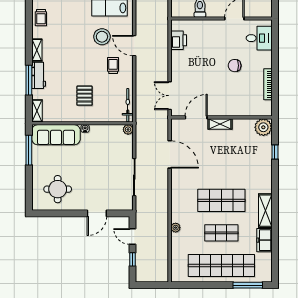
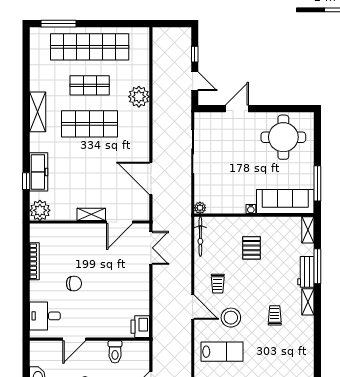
trolley: (41, 18) -> (275, 315), moved
printer: (179, 40) -> (140, 327), moved
round table: (58, 189) -> (283, 137), width x1.36, depth x1.36
plant: (176, 228) -> (139, 97), width x1.87, depth x1.87
freezer: (264, 240) -> (39, 172), moved, width x1.40

